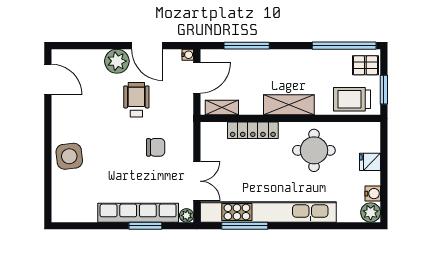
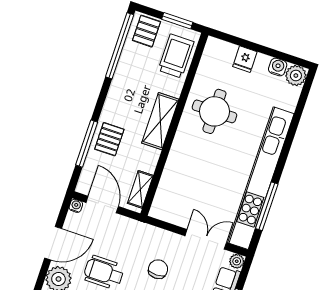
pallet: (257, 65) -> (109, 139), added
trolley: (352, 99) -> (176, 56), turned 180
locker: (253, 130) -> (174, 166), removed

